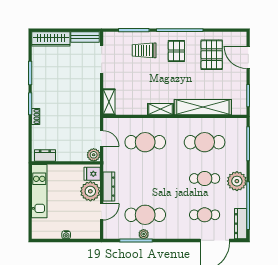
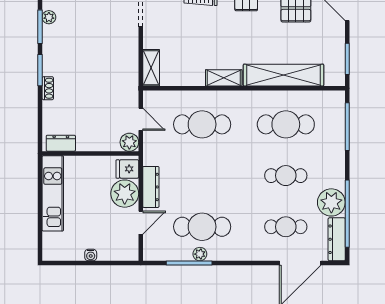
plant: (36, 66) -> (49, 17), added
plant: (237, 181) -> (331, 202), moved

